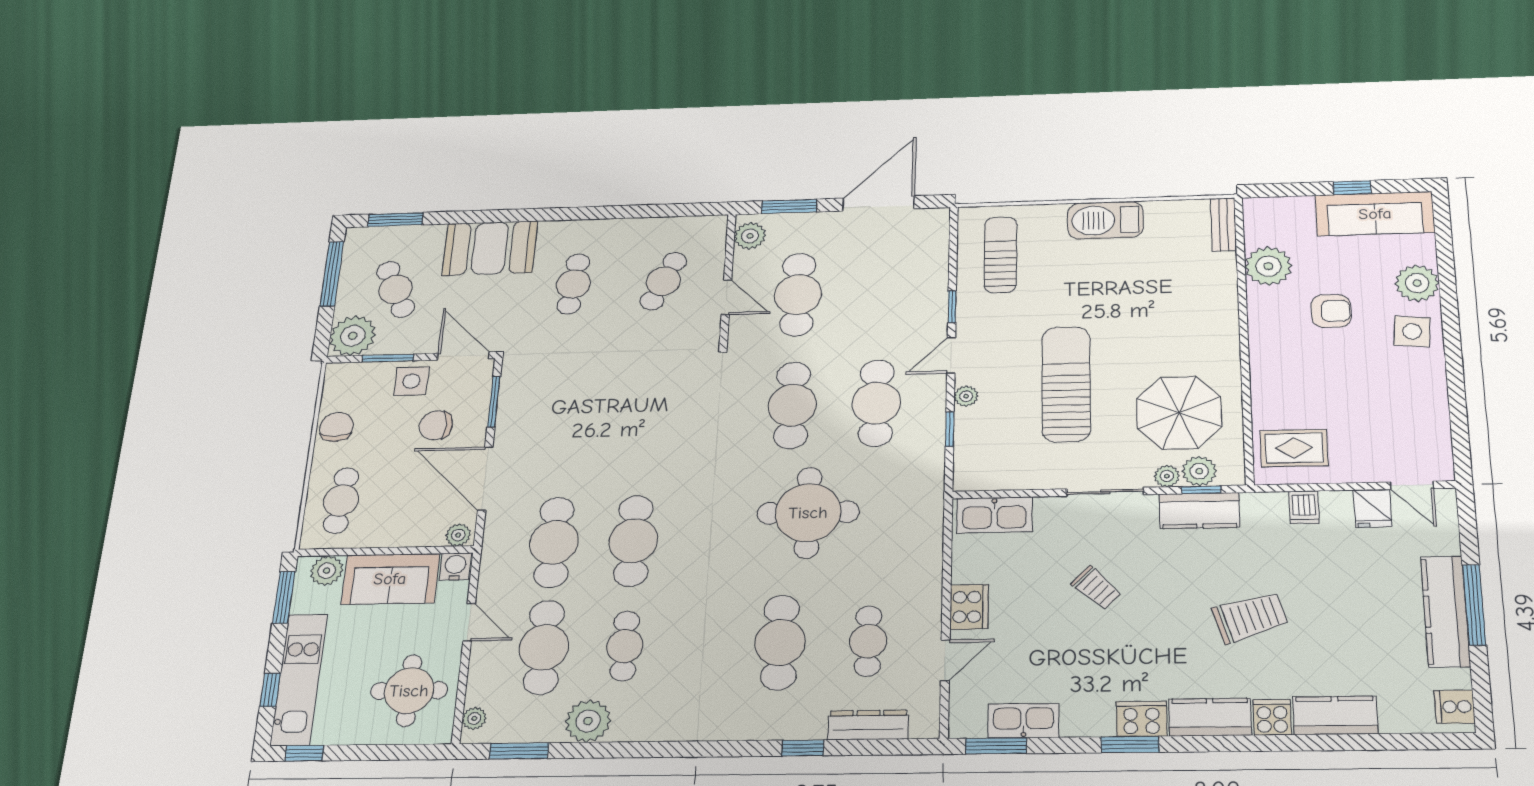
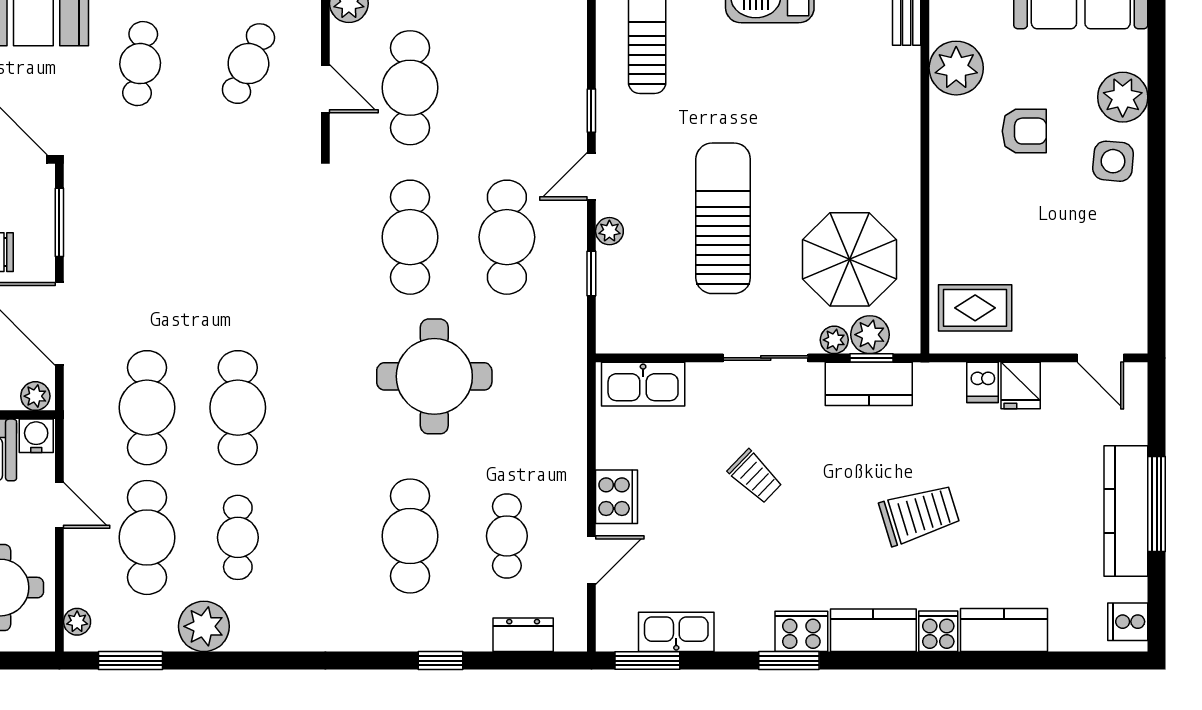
fridge: (1373, 508) -> (1021, 385), moved
dresser: (868, 725) -> (523, 635), width x0.70

